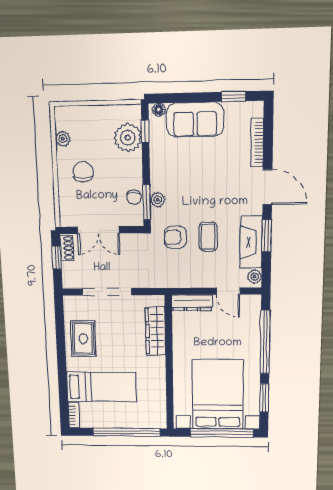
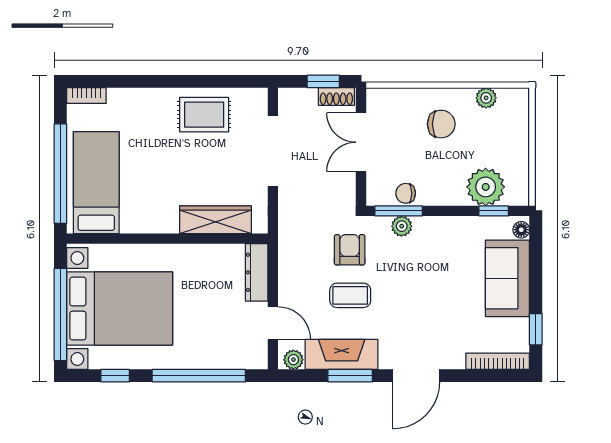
bookcase: (257, 143) -> (498, 361), moved
door: (228, 291) -> (273, 323), swing flipped
bed: (101, 387) -> (96, 183), moved, turned 180
window: (264, 398) -> (115, 376), width x0.67

